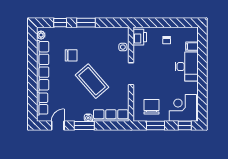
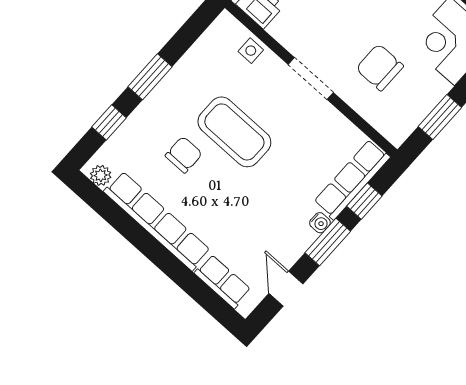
coffee table: (92, 81) -> (234, 132), moved, turned 41
chair: (152, 107) -> (380, 67), moved
window: (108, 126) -> (364, 201), added

